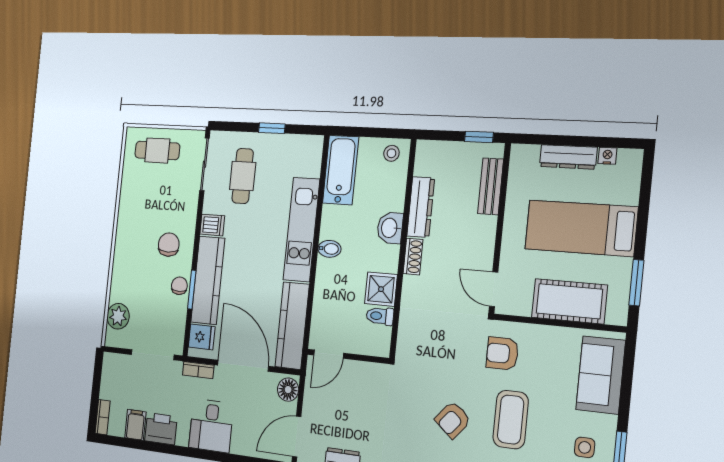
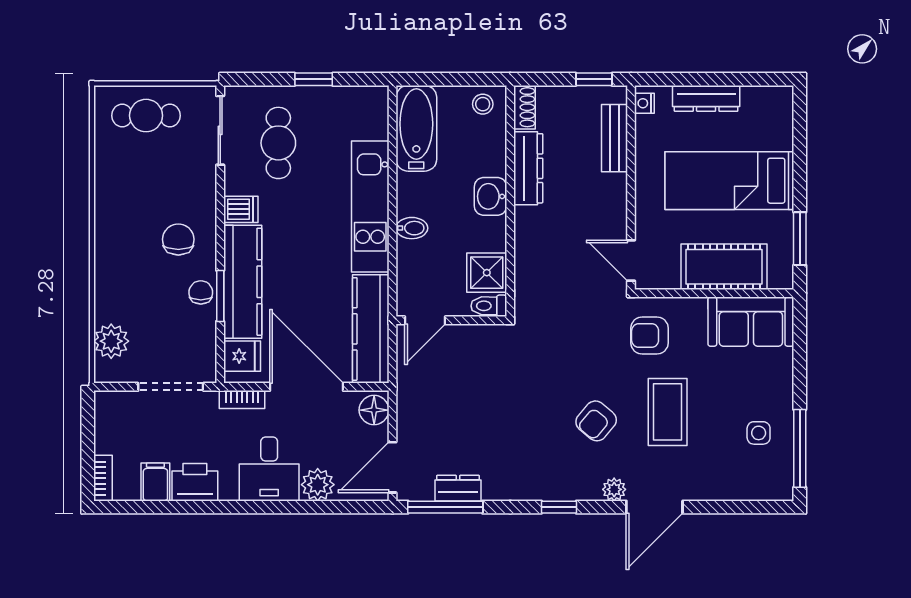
nightstand: (607, 156) -> (644, 103), moved, turned -90
shoe rack: (413, 257) -> (525, 107), moved
door: (329, 354) -> (425, 320), moved
wall: (348, 356) -> (451, 320), moved
sofa: (601, 375) -> (751, 322), moved, turned -90
plant: (243, 443) -> (318, 485), added

